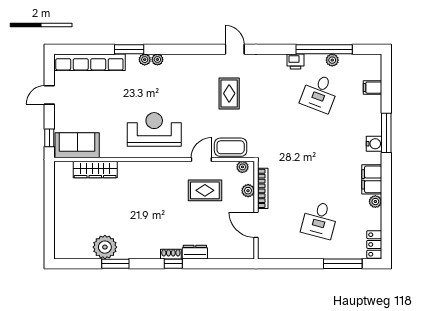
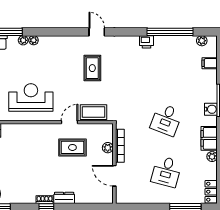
plant: (332, 60) -> (202, 41), moved
desk: (320, 93) -> (166, 120), moved
plant: (242, 167) -> (103, 128), removed

